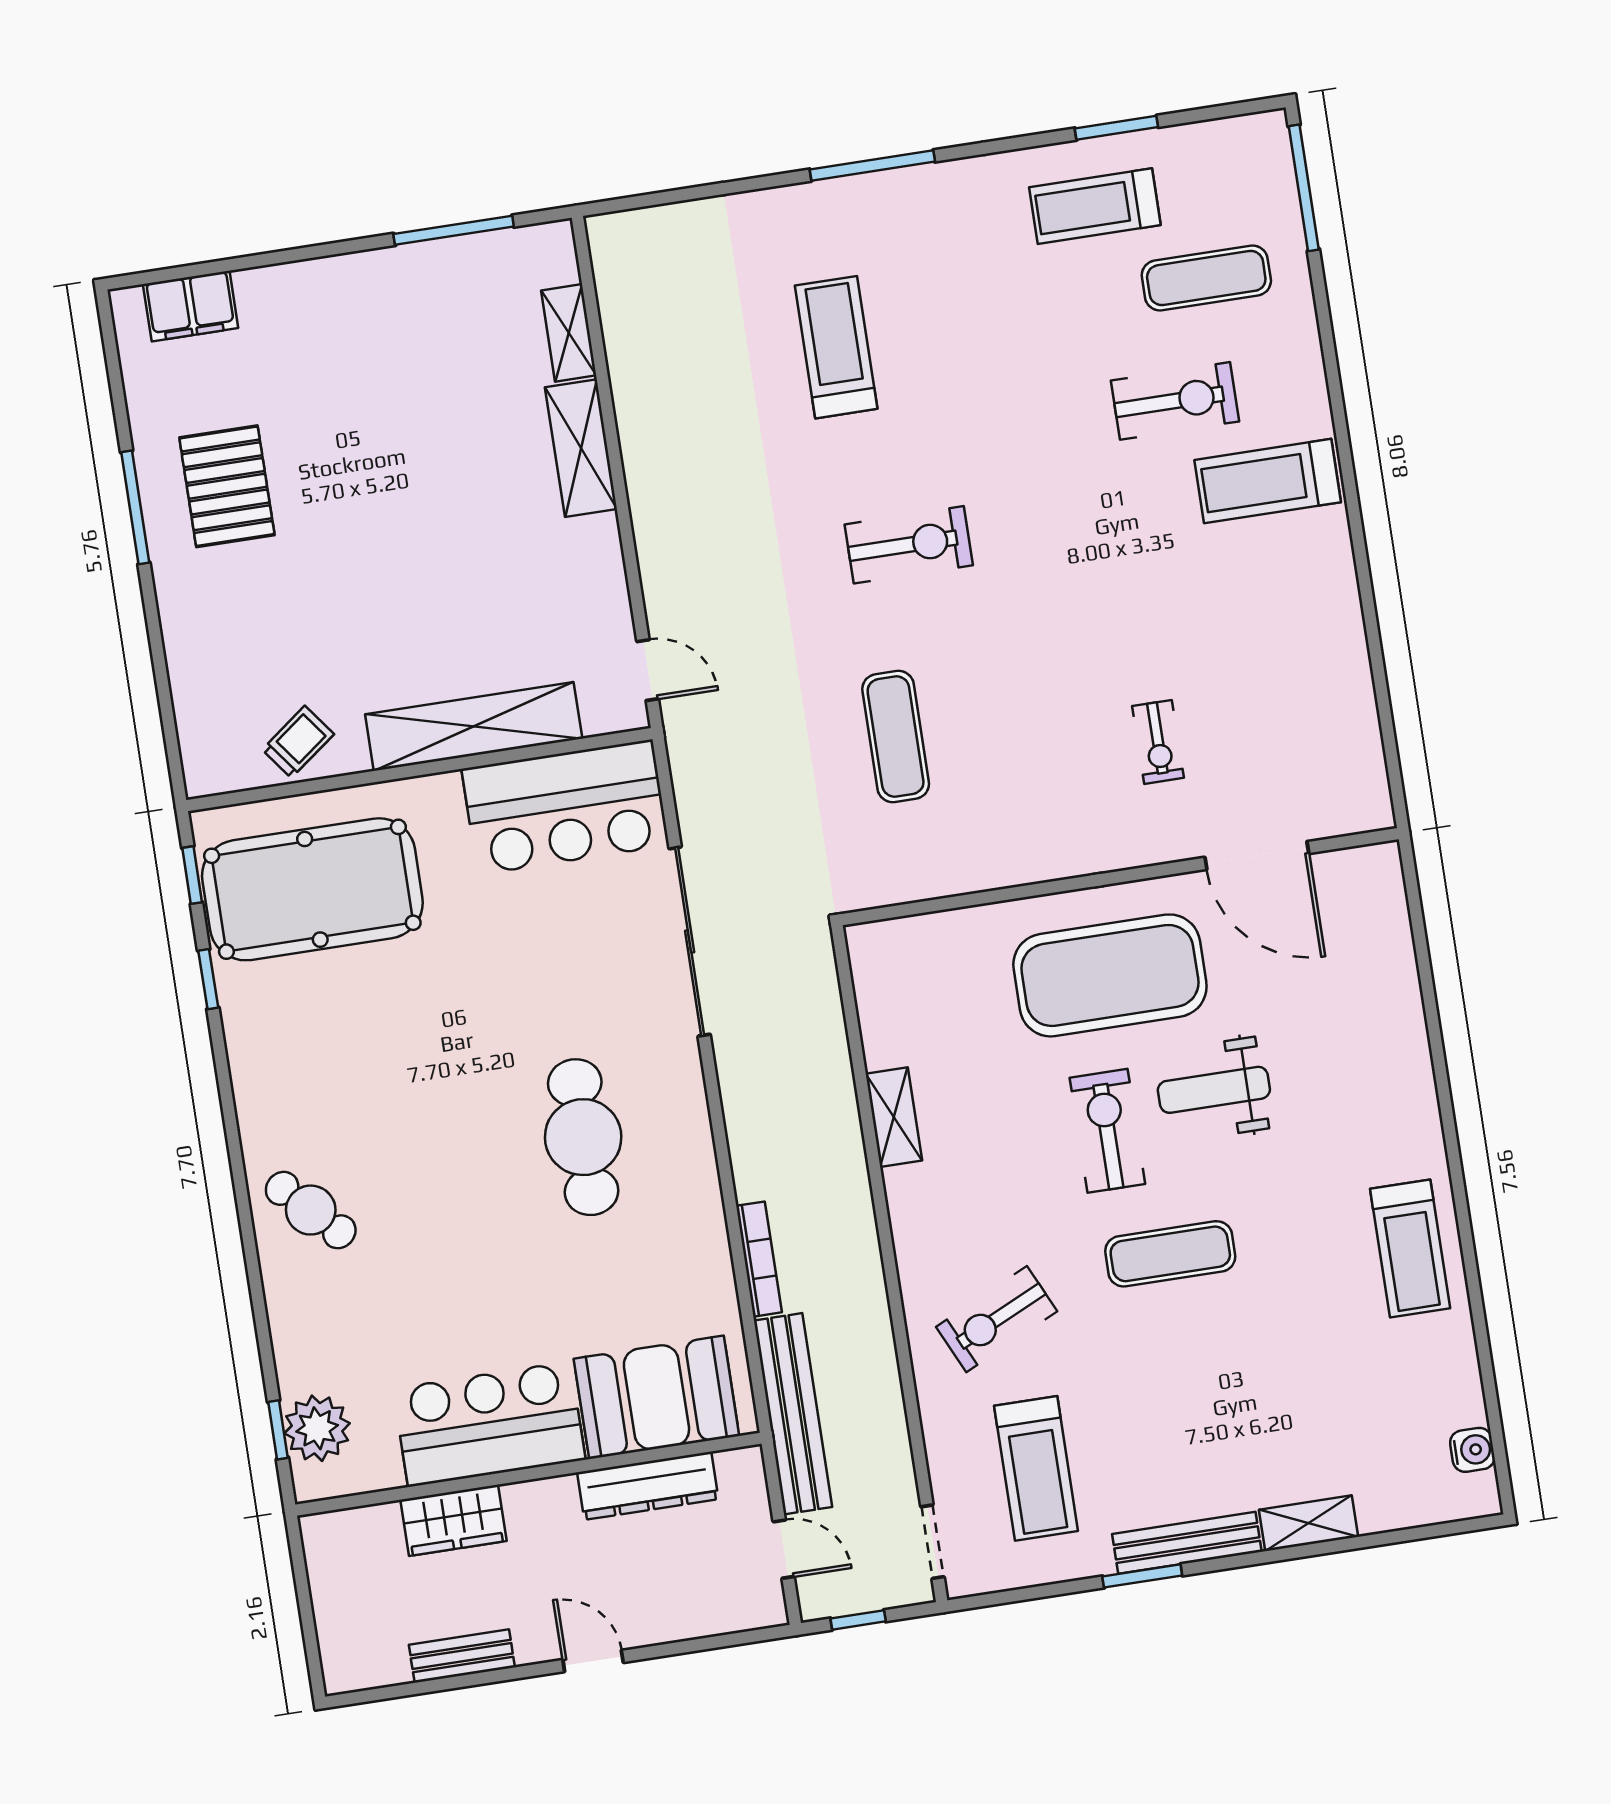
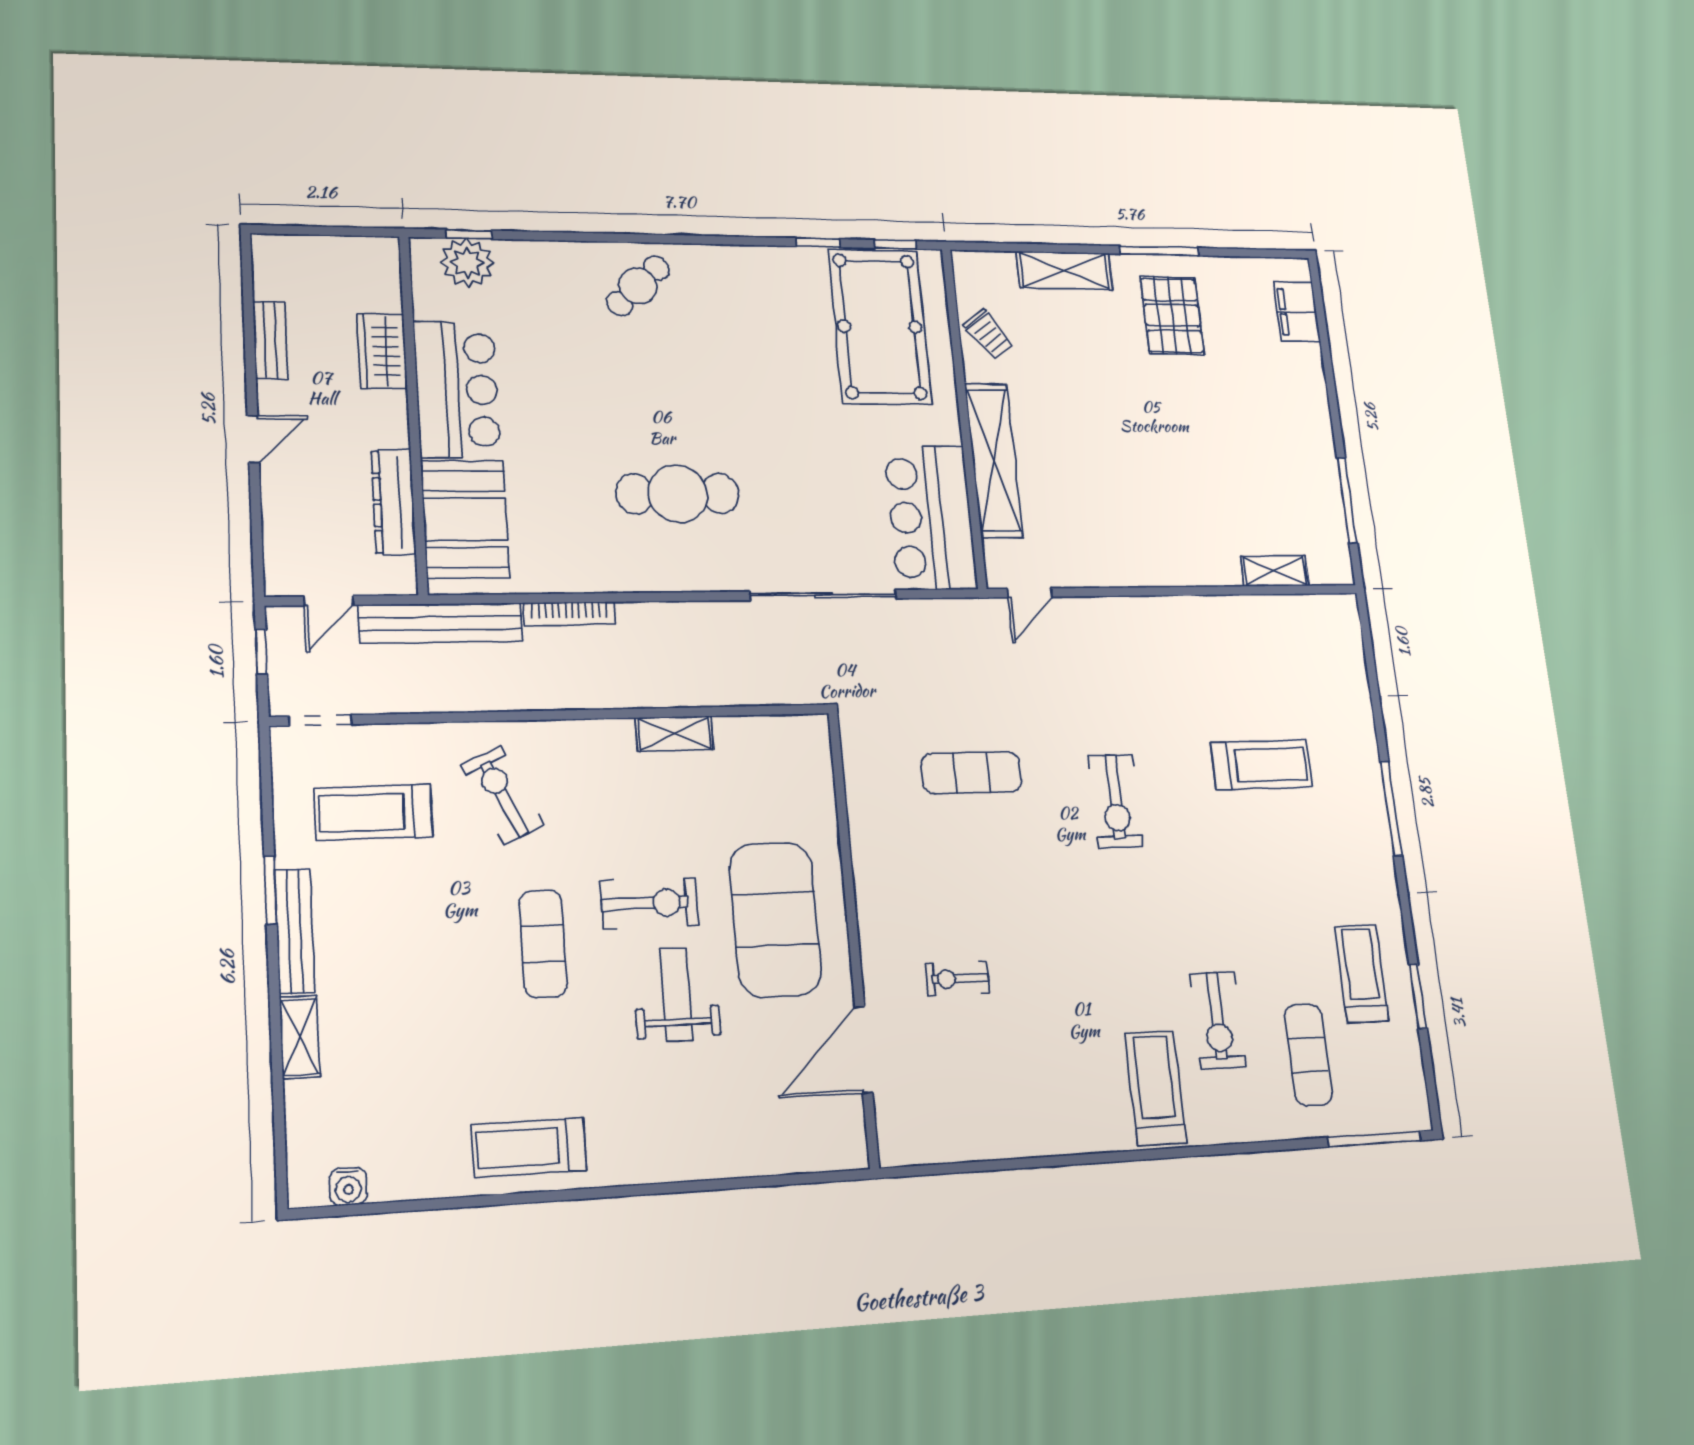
shelving: (581, 448) -> (1064, 270), moved
pallet: (227, 486) -> (1172, 315), turned 90

